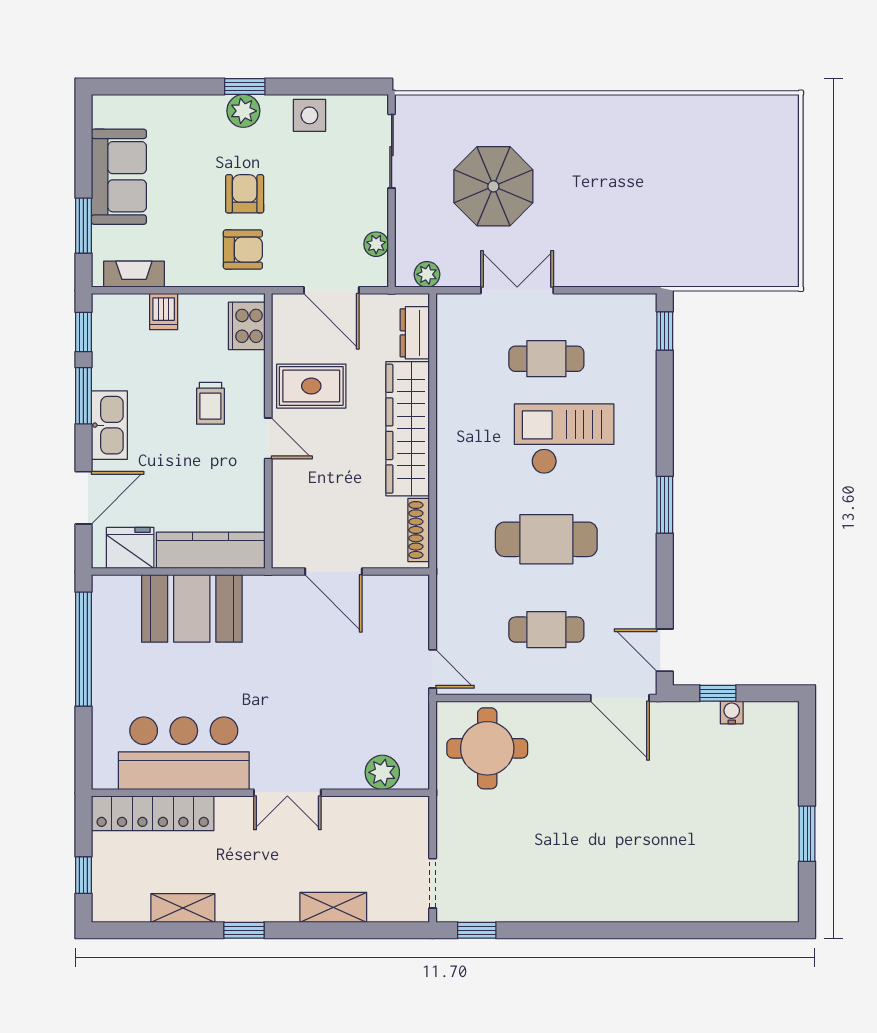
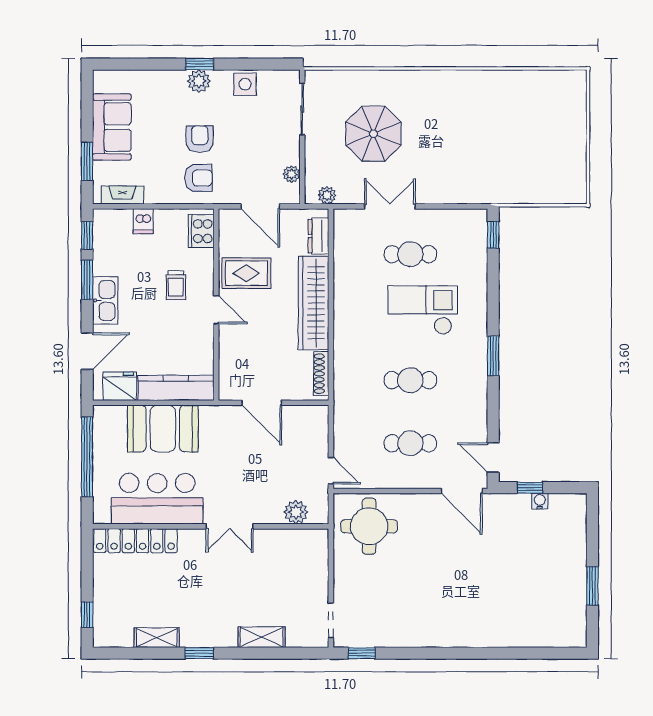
cafe table: (546, 539) -> (410, 380), width x0.73, depth x0.74
bar counter: (184, 753) -> (157, 499), moved
plant: (382, 772) -> (296, 512), moved
wall: (260, 793) -> (211, 526), moved
double door: (287, 793) -> (230, 526), moved
locker: (153, 813) -> (135, 541), moved

